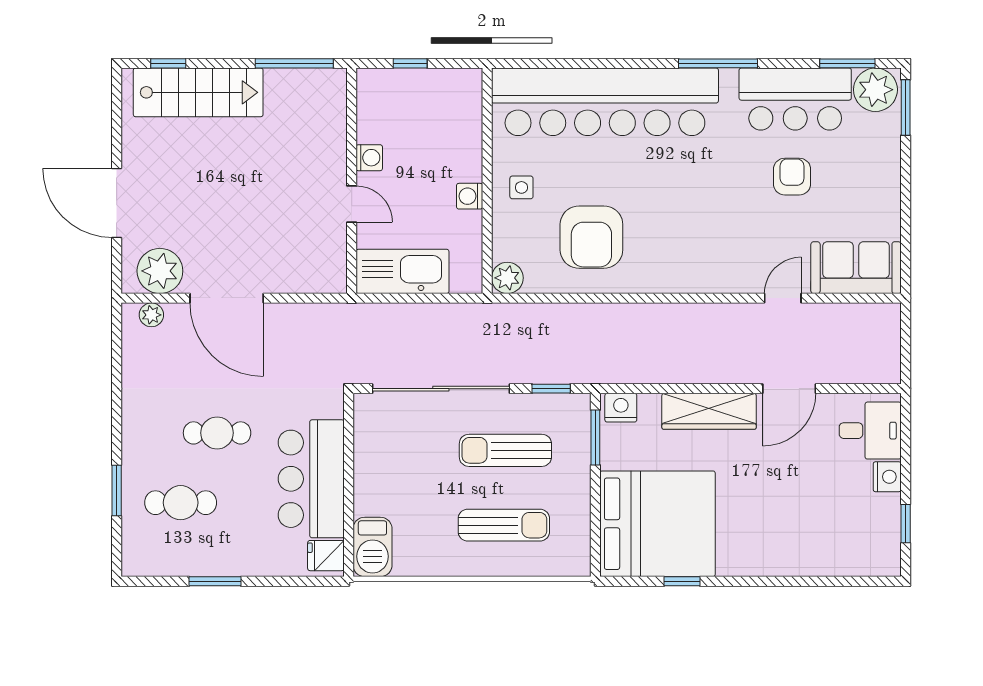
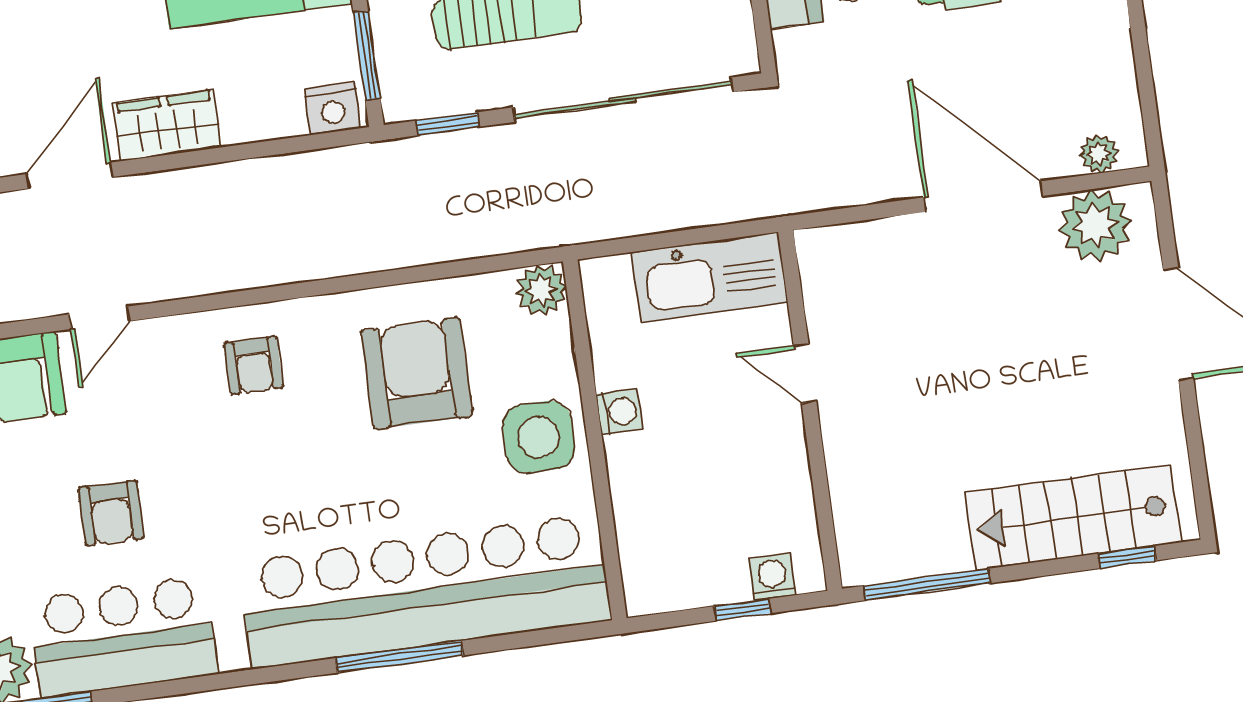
window: (718, 63) -> (399, 657), moved
washing machine: (369, 158) -> (772, 577), moved, turned 90
side table: (521, 187) -> (539, 437), width x1.87, depth x1.87
armchair: (691, 256) -> (254, 365), added
wardrobe: (709, 411) -> (167, 125), width x0.67

